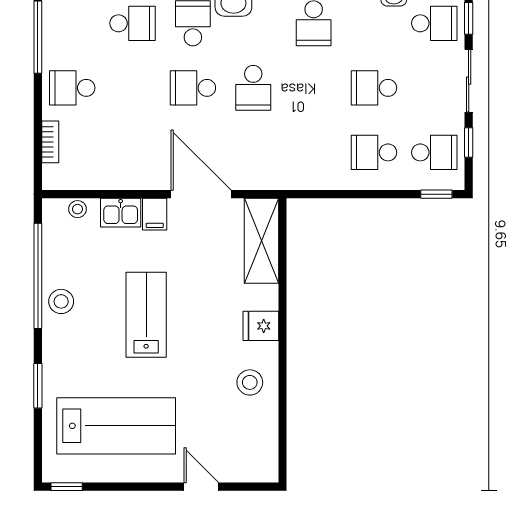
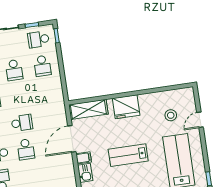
school desk: (434, 152) -> (38, 39), turned -90
fridge: (261, 326) -> (126, 107), width x1.88, depth x1.34
stool: (250, 382) -> (171, 115), moved

